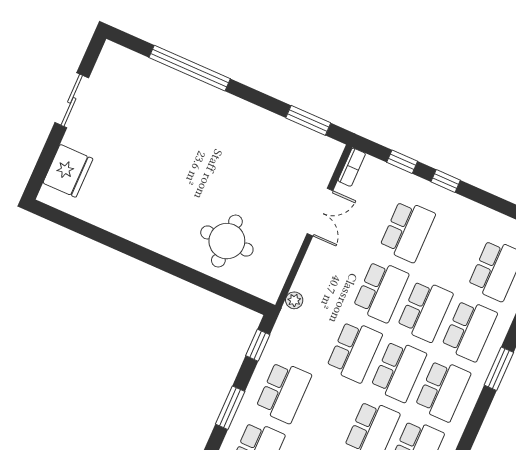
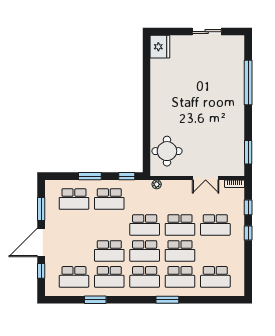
fridge: (68, 171) -> (160, 47), moved, turned -90
round table: (227, 241) -> (167, 151), moved

